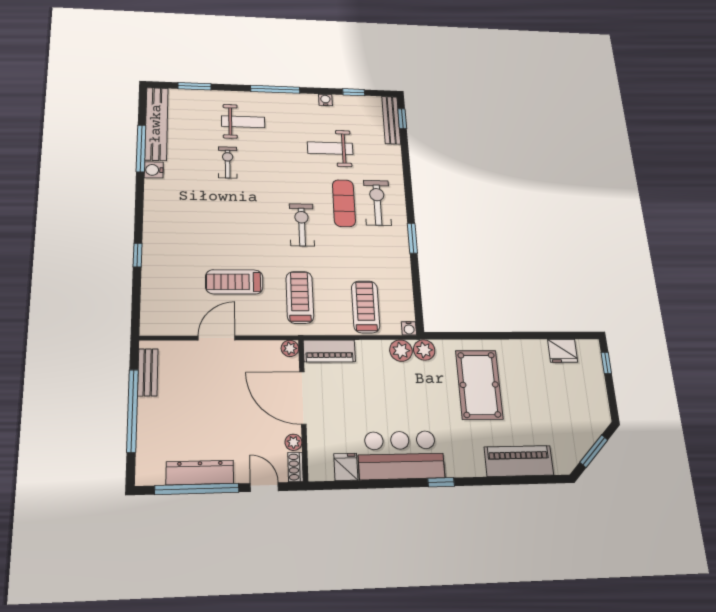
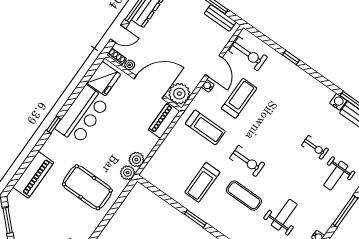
exercise bike: (377, 203) -> (248, 54), moved
treadmill: (366, 307) -> (202, 182), moved, turned 90
water cooler: (409, 328) -> (208, 86), moved
plant: (290, 348) -> (179, 94), width x1.87, depth x1.87
fridge: (346, 467) -> (104, 79), width x1.88, depth x1.34

